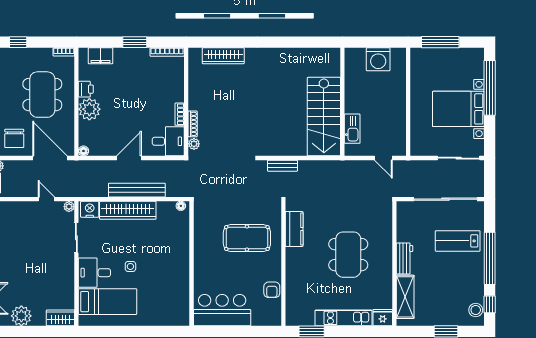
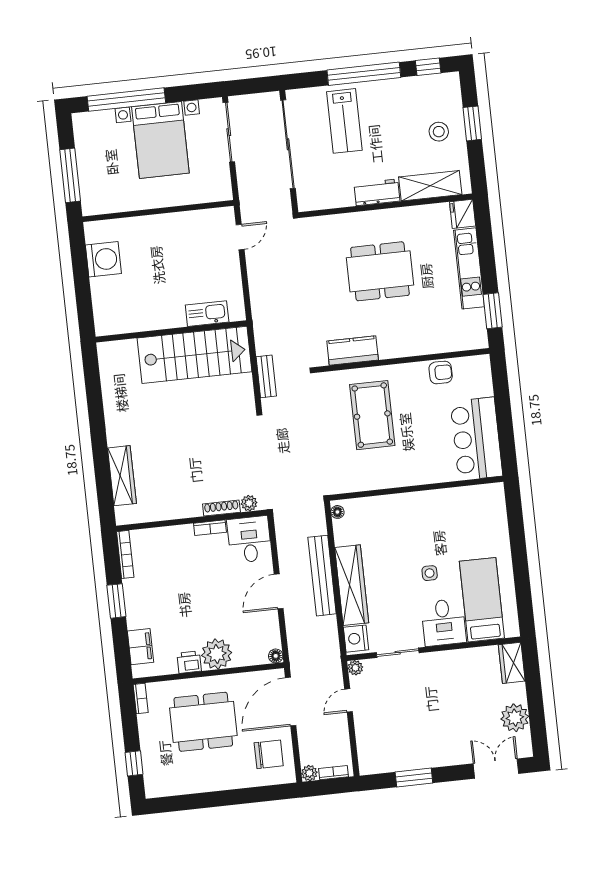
wall: (342, 102) -> (171, 331), moved
stairs: (324, 117) -> (195, 355), moved
kitchen sink: (352, 129) -> (207, 314), moved
door: (129, 158) -> (279, 591), hinge flipped
stool: (476, 310) -> (439, 132), moved

